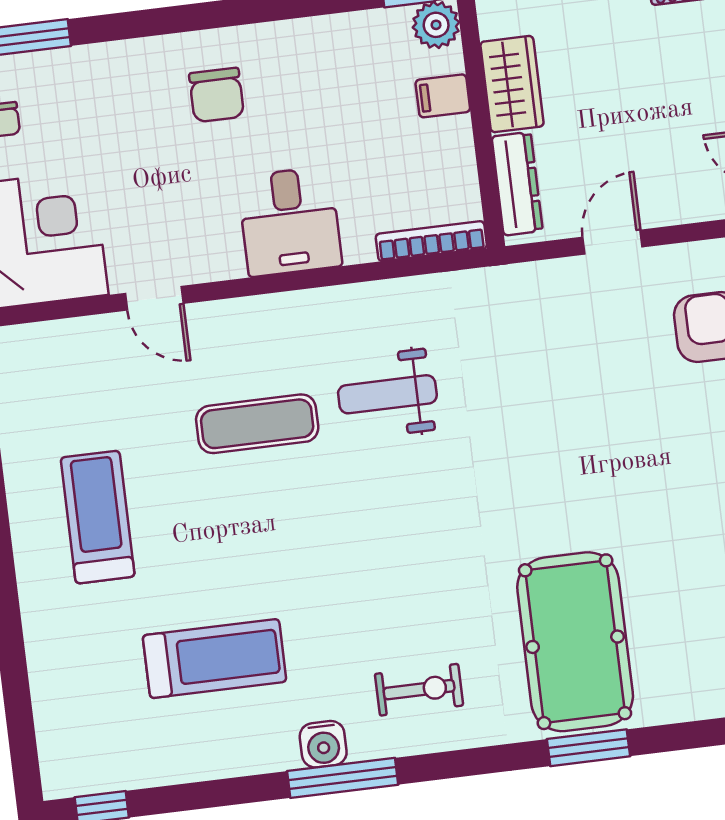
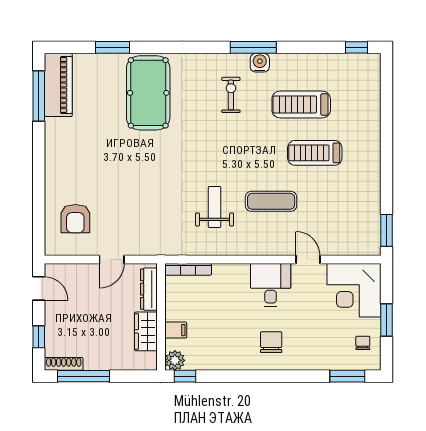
desk: (290, 221) -> (271, 285), moved
weight bench: (387, 394) -> (215, 207), turned -90
treadmill: (98, 517) -> (315, 153), moved, turned 90
exercise bike: (419, 690) -> (231, 95), moved, turned 90
window: (589, 748) -> (112, 47), moved

